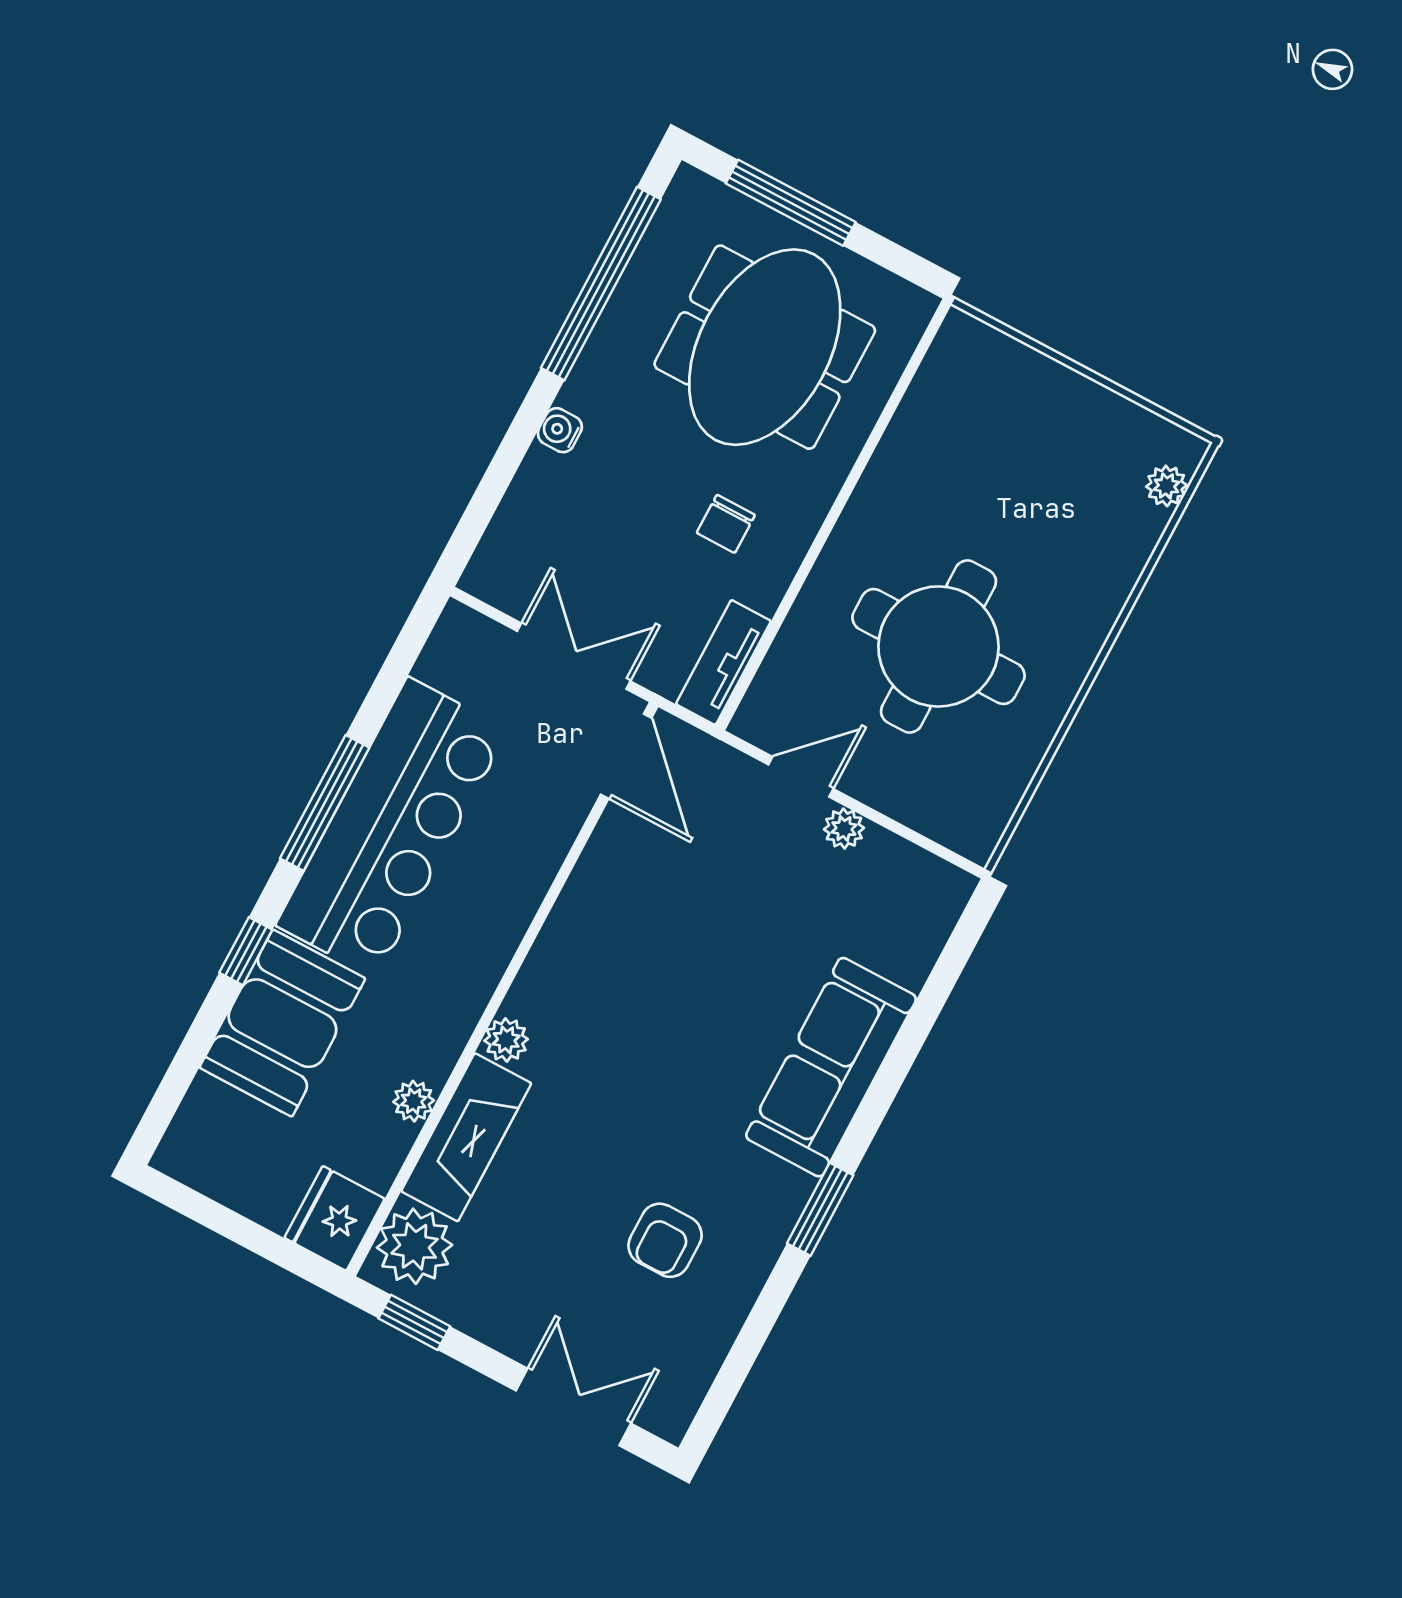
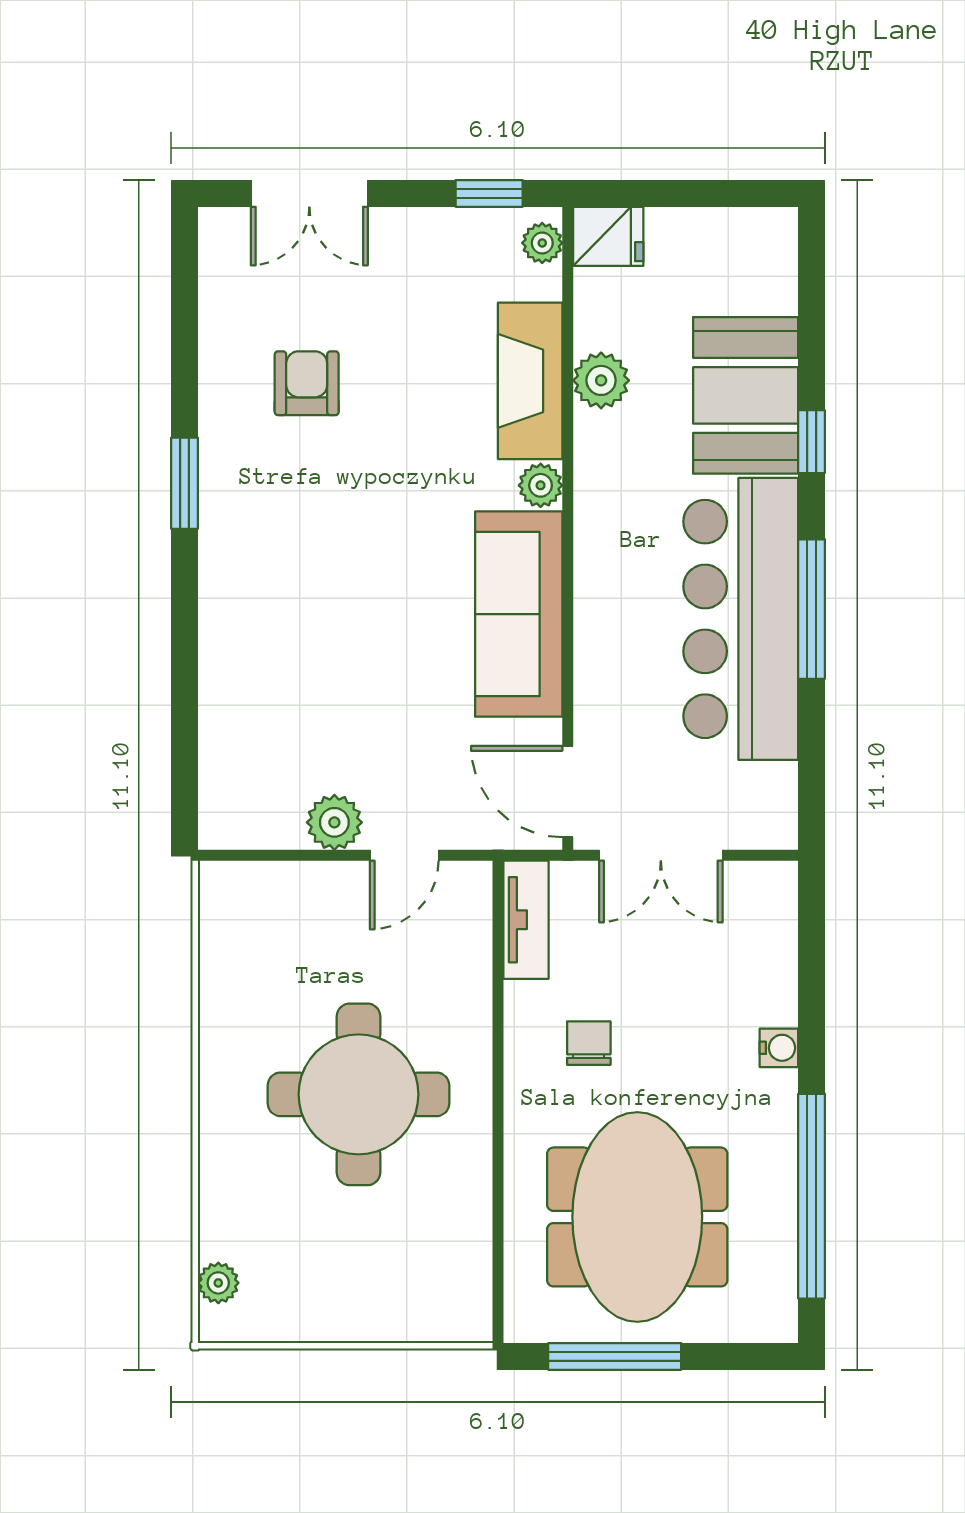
window: (791, 203) -> (615, 1356), moved
round table: (938, 646) -> (359, 1094), moved
plant: (844, 829) -> (334, 822), width x1.38, depth x1.38
sofa: (831, 1067) -> (519, 614), moved, turned 180
plant: (414, 1101) -> (601, 380), width x1.38, depth x1.38
fridge: (334, 1218) -> (608, 236), width x0.72
plant: (415, 1246) -> (542, 243), width x0.53, depth x0.53

